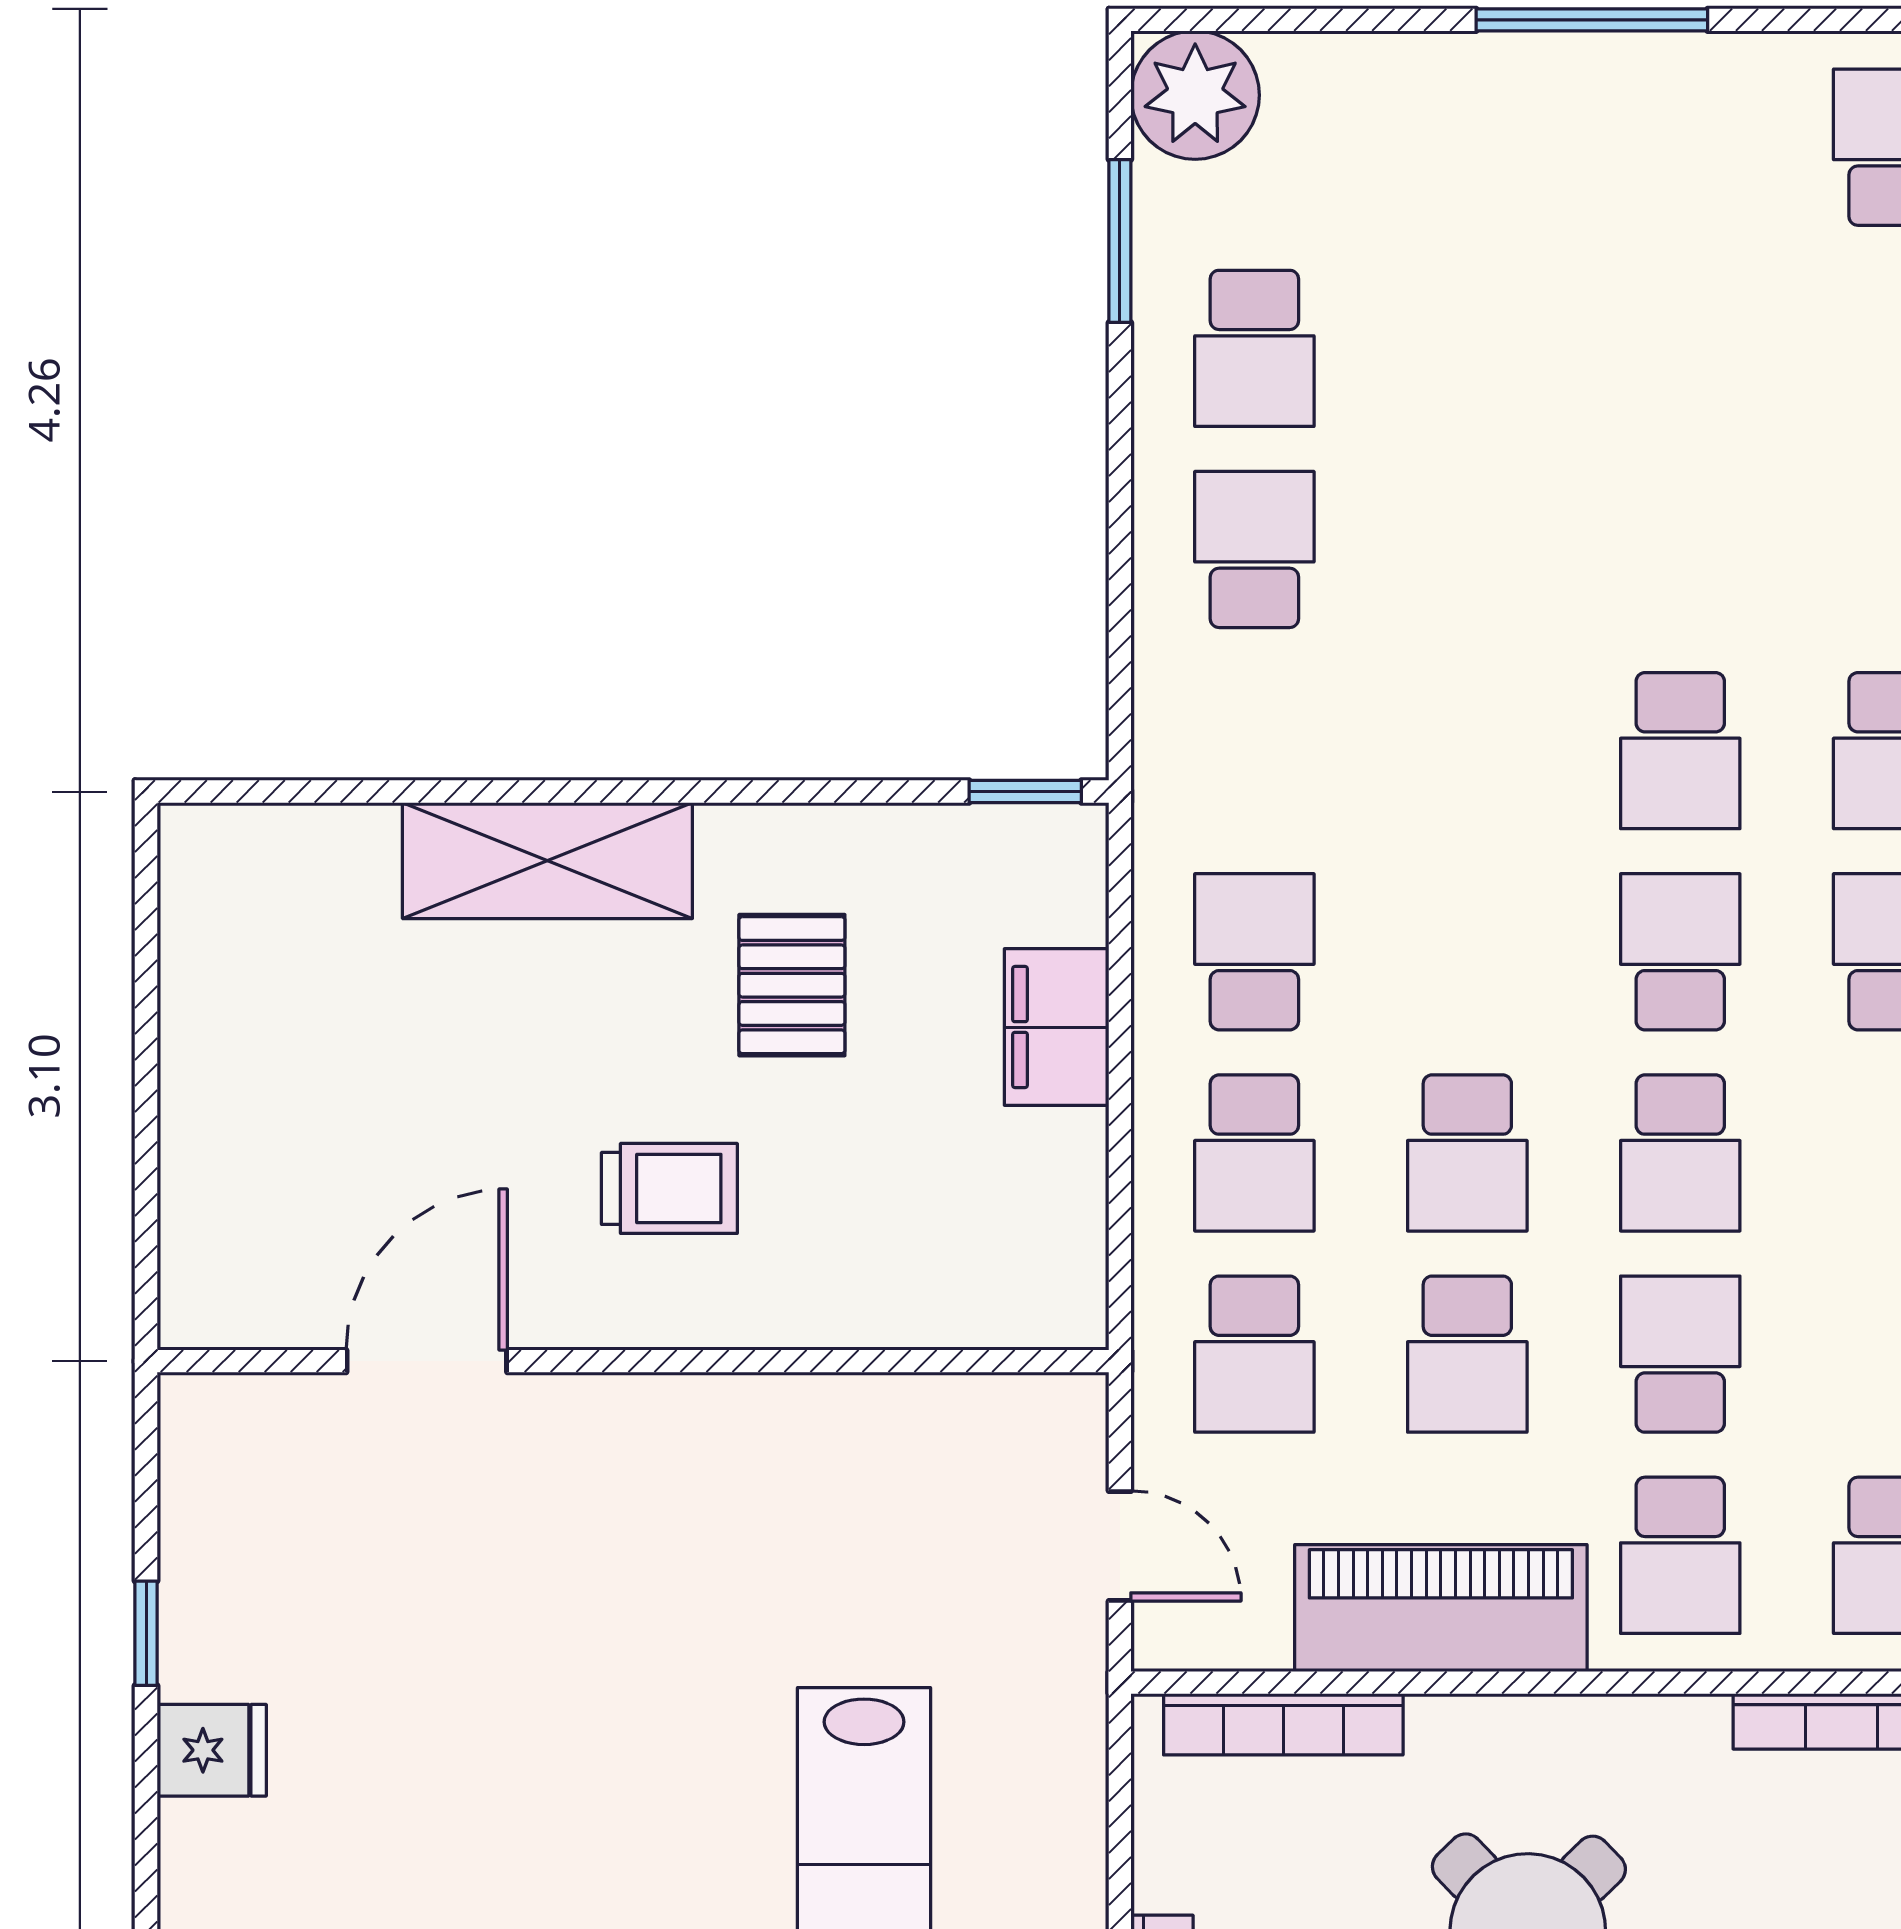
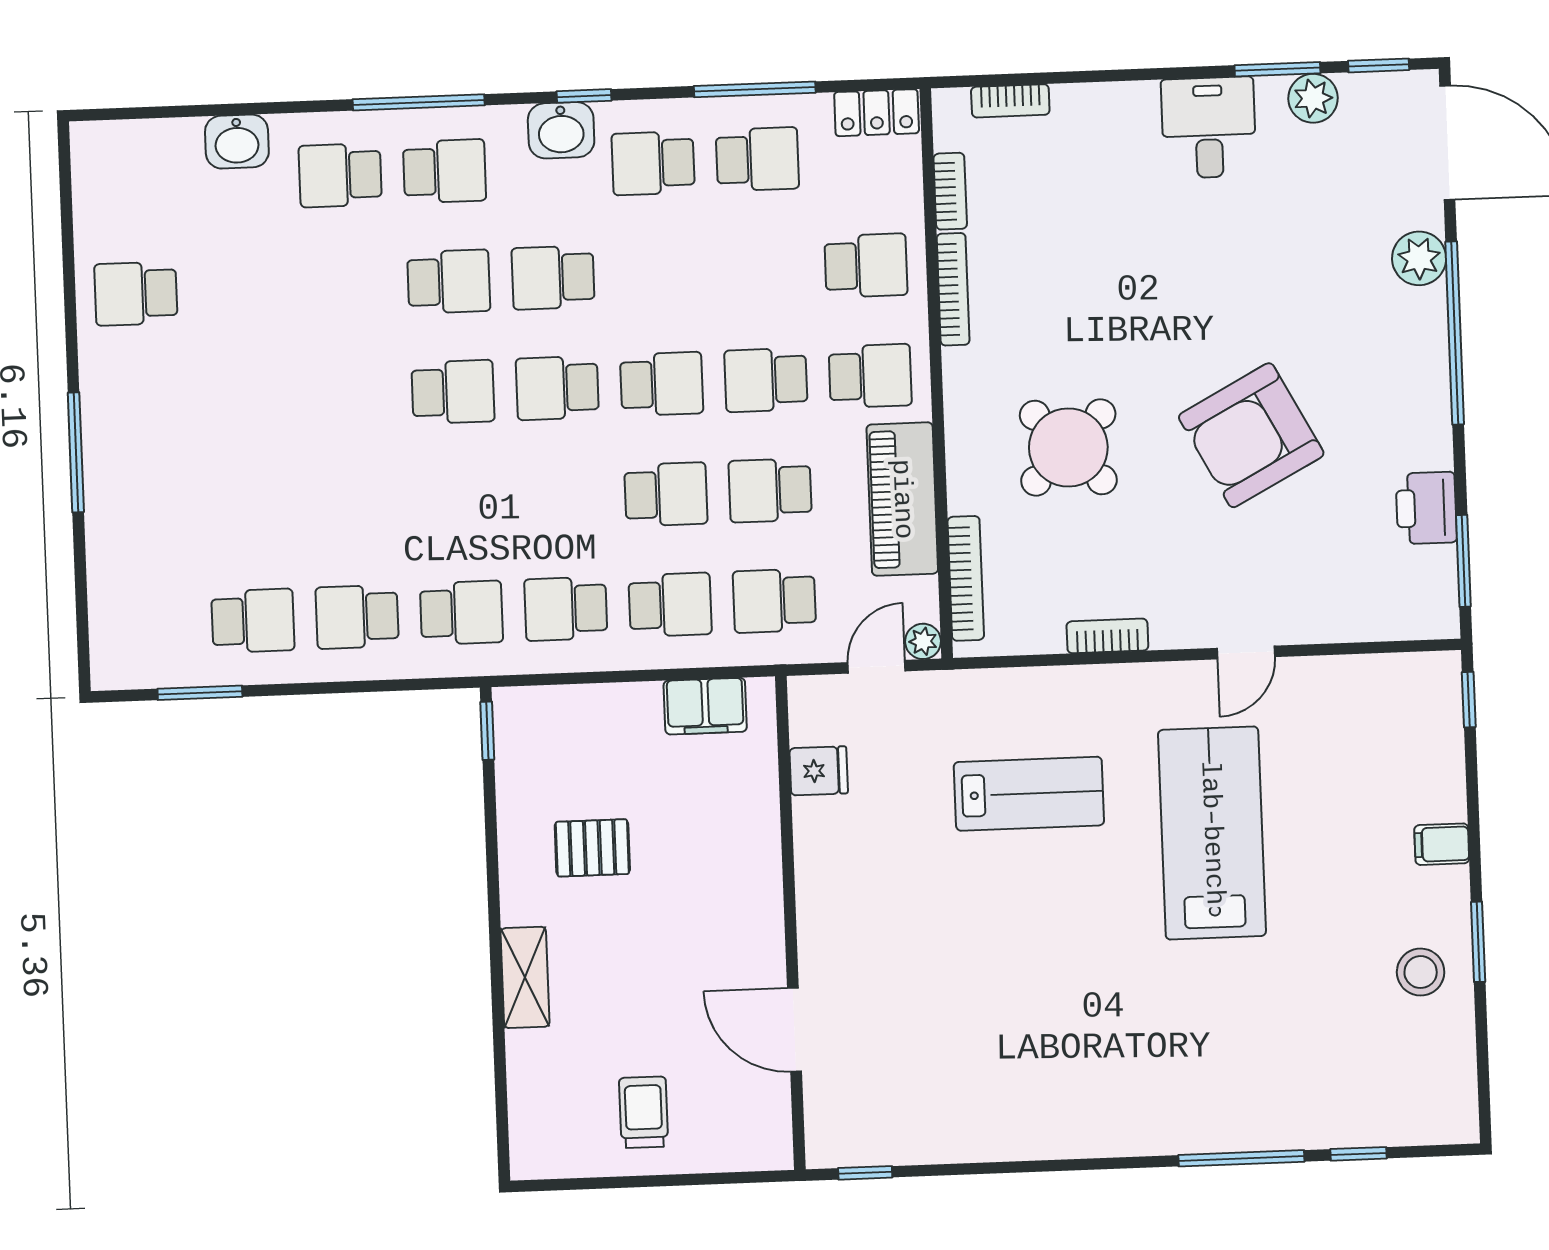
plant: (1195, 95) -> (923, 641), moved, width x0.53, depth x0.53
school desk: (1254, 751) -> (461, 613), added
shelving: (547, 861) -> (525, 977), width x0.67, depth x0.75
filing cabinet: (1057, 1027) -> (705, 706), moved
trolley: (669, 1188) -> (644, 1112), moved
school desk: (1254, 1354) -> (774, 601), turned 180
school desk: (1467, 1354) -> (770, 490), turned 180
window: (146, 1633) -> (865, 1173), moved
fridge: (212, 1750) -> (819, 771), moved, turned 90

